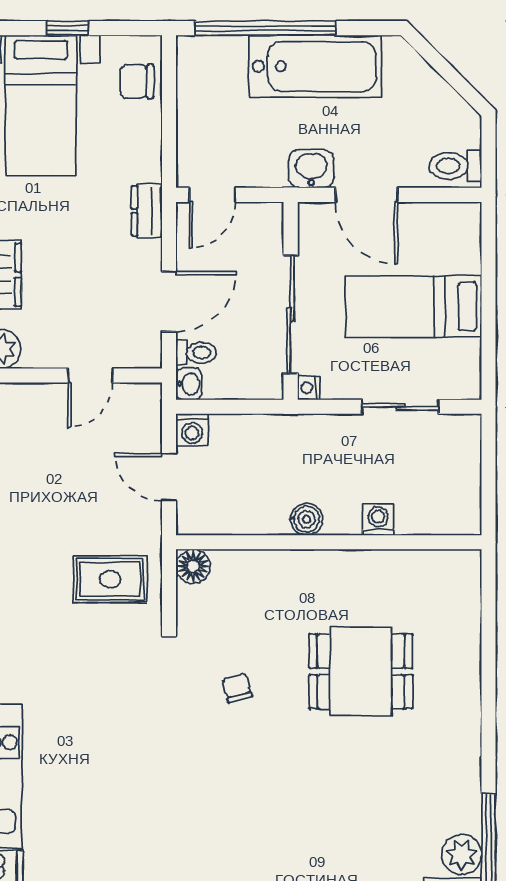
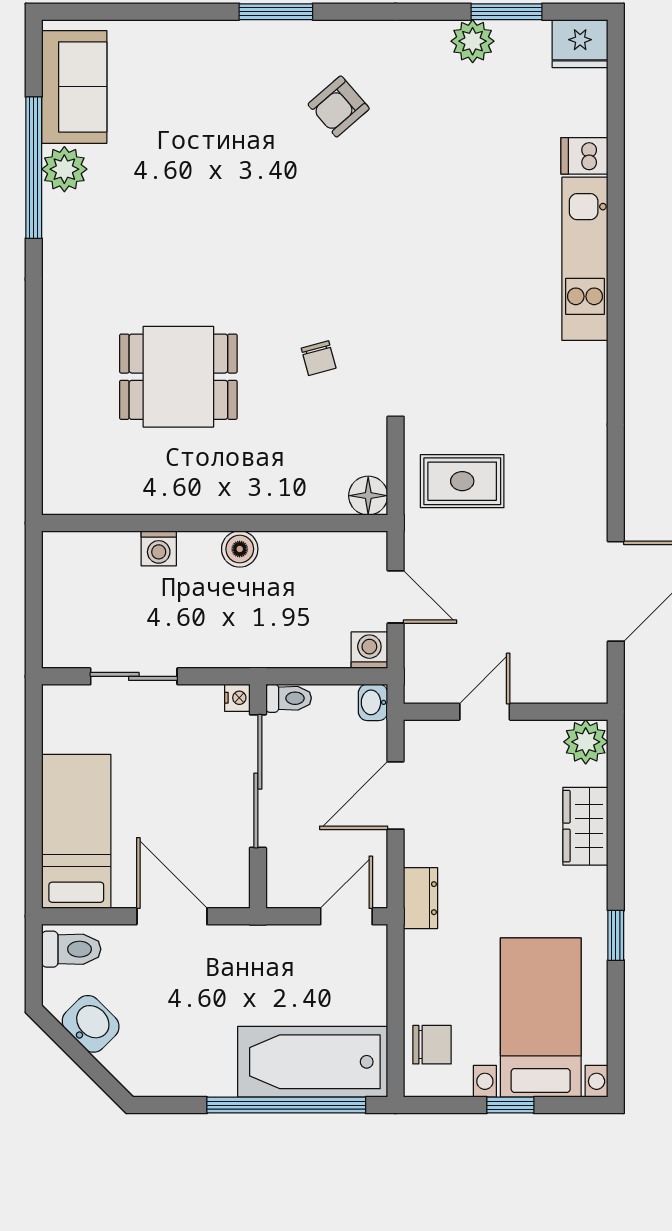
bathtub: (315, 66) -> (313, 1062), moved
washbasin: (311, 169) -> (91, 1024), moved, turned -135
bed: (414, 307) -> (76, 831), moved, turned -90
toilet: (196, 353) -> (289, 698), moved, turned 180

